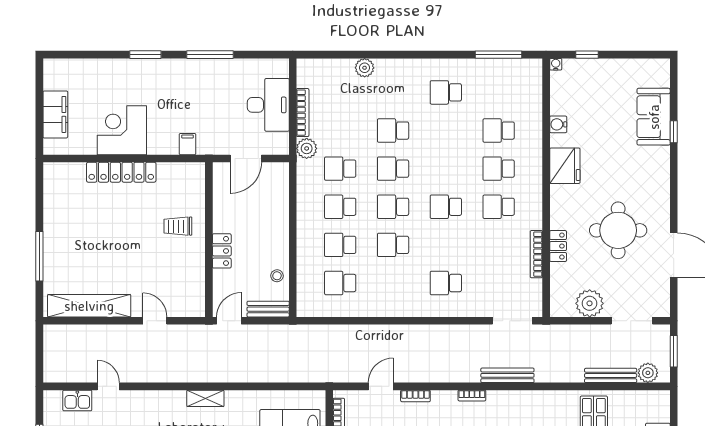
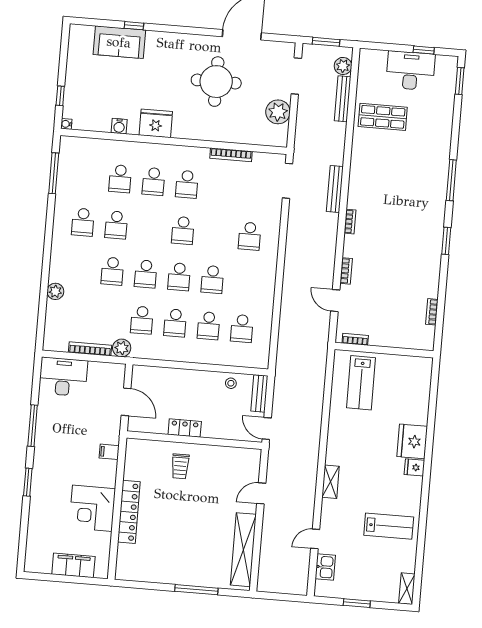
desk: (268, 105) -> (63, 377), moved
school desk: (446, 131) -> (116, 225), added
locker: (558, 246) -> (226, 135), removed
locker: (222, 251) -> (185, 428), moved
shelving: (205, 398) -> (331, 482), moved

